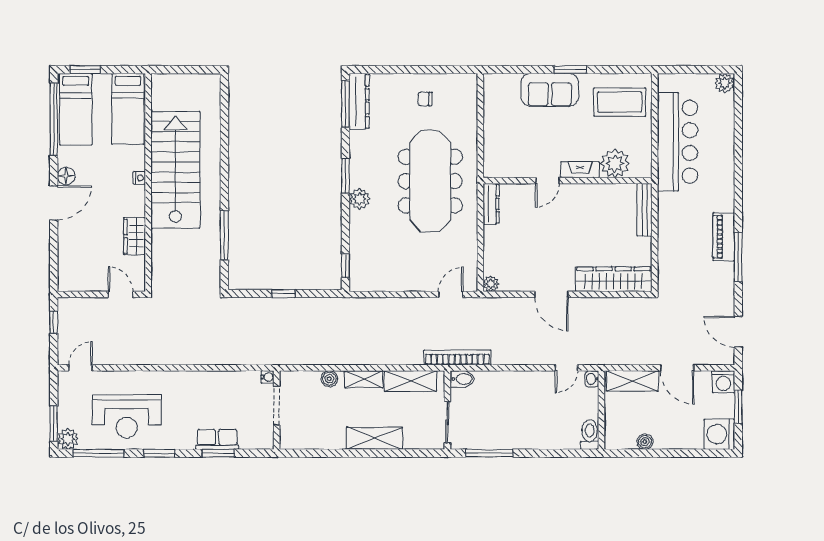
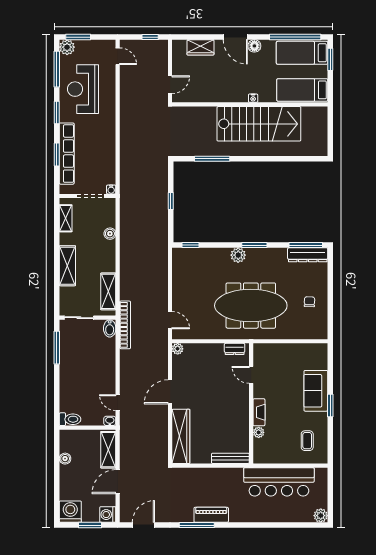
coffee table: (620, 102) -> (307, 441), width x0.54, depth x0.58
plant: (615, 164) -> (259, 432), width x0.53, depth x0.53
door: (548, 181) -> (251, 375), moved
dresser: (491, 204) -> (235, 349), width x0.70
wardrobe: (135, 236) -> (200, 47), moved, turned 180
shelving: (364, 379) -> (66, 218), moved
row of seats: (217, 439) -> (67, 154), width x2.02

